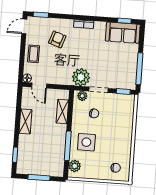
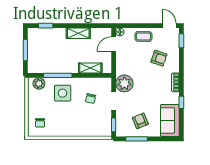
window: (124, 21) -> (181, 102), moved
armchair: (121, 63) -> (140, 121), added
window: (139, 69) -> (136, 139), width x0.69
plant: (82, 96) -> (107, 86), removed

